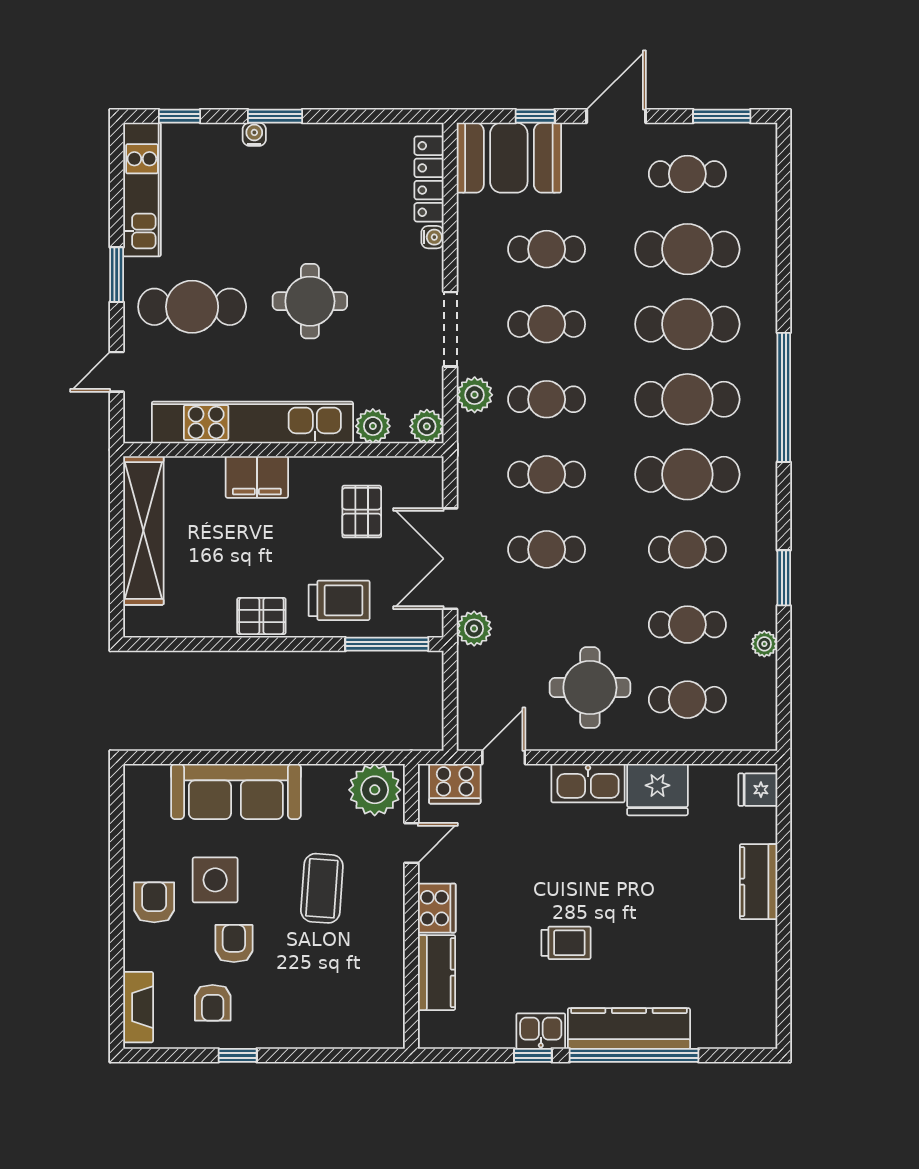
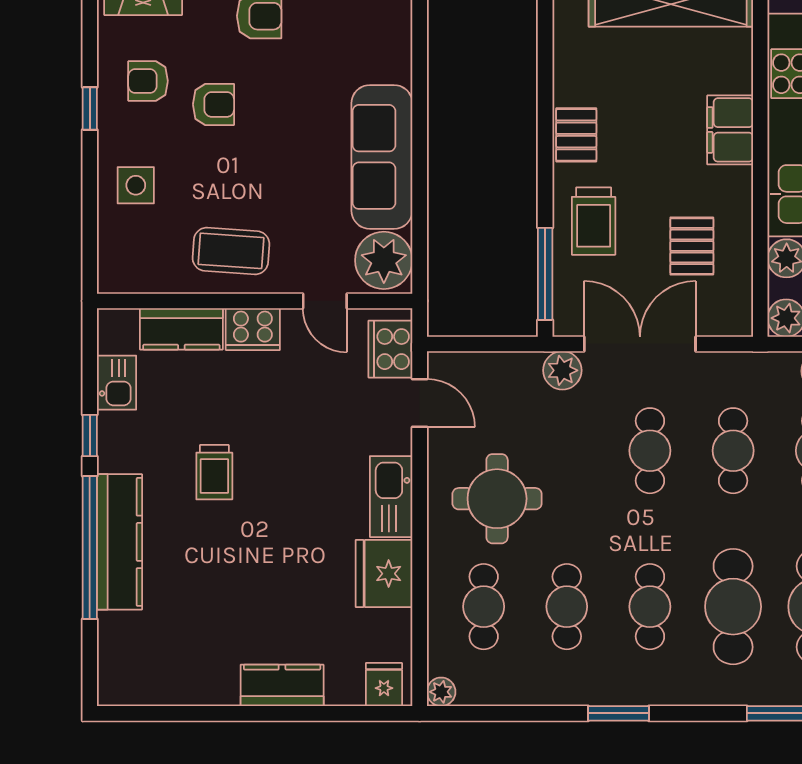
pallet: (362, 512) -> (692, 246), turned 90
plant: (764, 644) -> (441, 692), moved
sofa: (236, 791) -> (382, 157), moved
side table: (215, 880) -> (136, 185), moved, width x0.73, depth x0.73
coffee table: (322, 888) -> (231, 251), moved
kitchen sink: (541, 1031) -> (117, 383), moved

